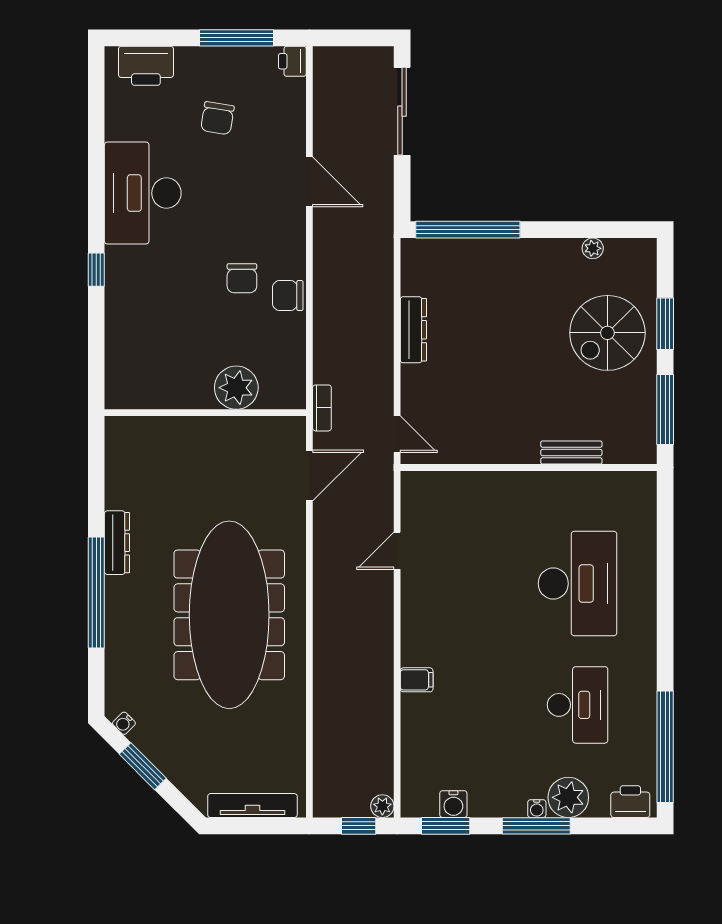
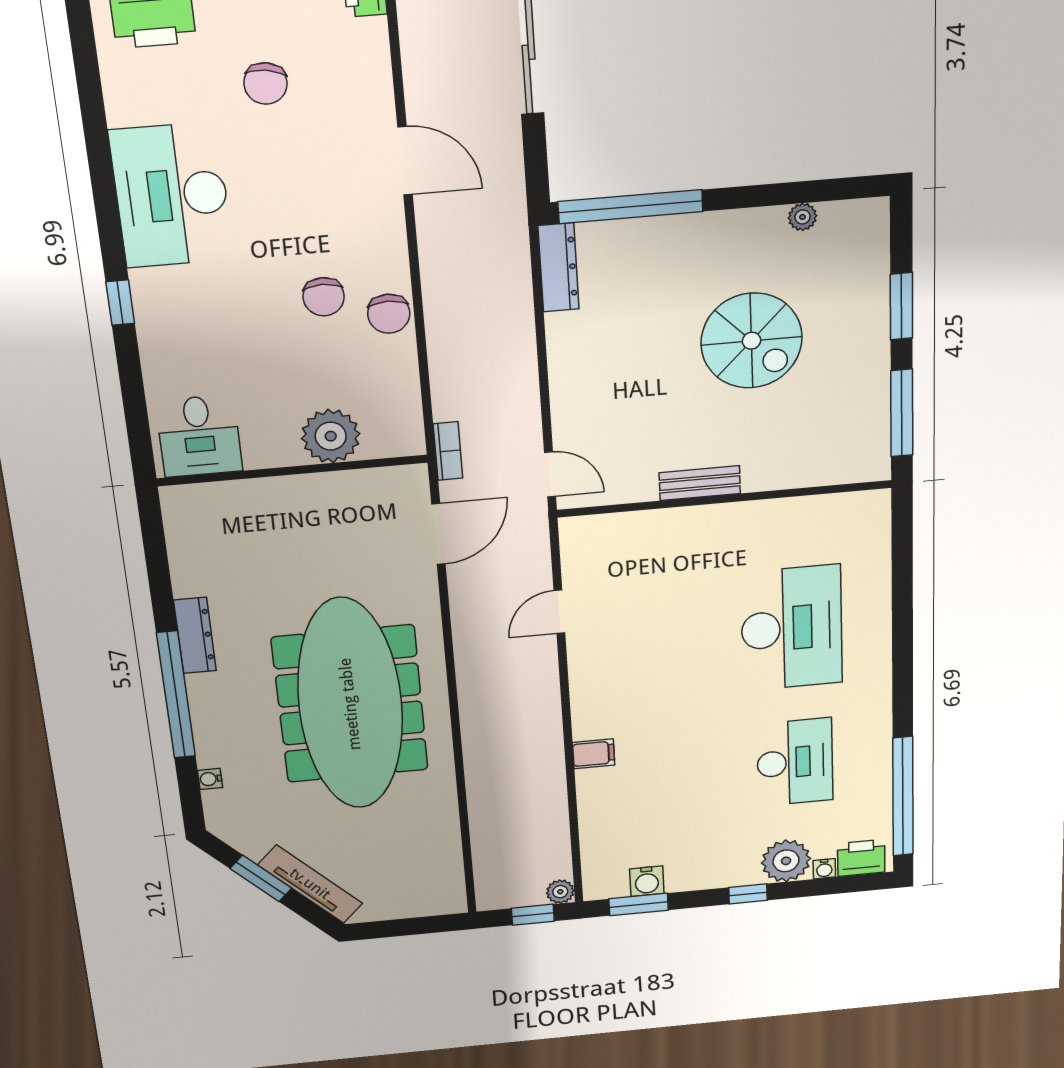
chair: (288, 295) -> (389, 314), turned -90
dresser: (413, 330) -> (559, 267), moved
spiral stairs: (607, 333) -> (752, 341), moved, turned -90
desk: (140, 378) -> (199, 436), added
bench: (571, 453) -> (700, 483), moved
water cooler: (124, 723) -> (210, 779), moved, turned 45
tv unit: (252, 806) -> (310, 884), moved, turned 45
water cooler: (537, 809) -> (824, 869), moved
window: (536, 826) -> (748, 894), width x0.46

